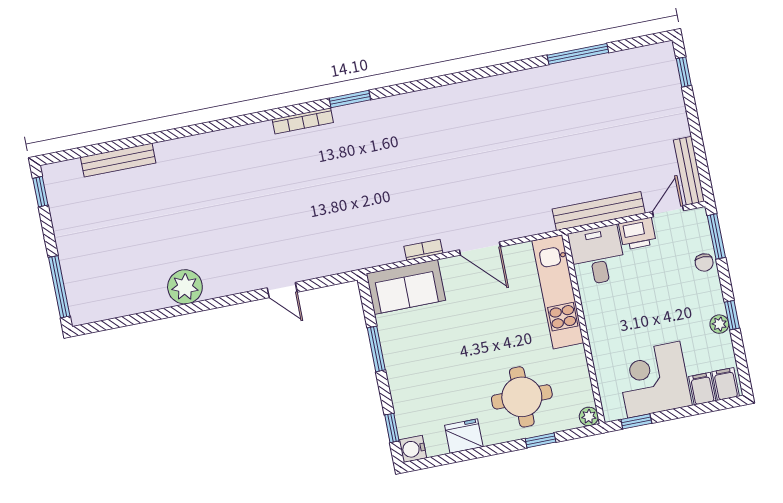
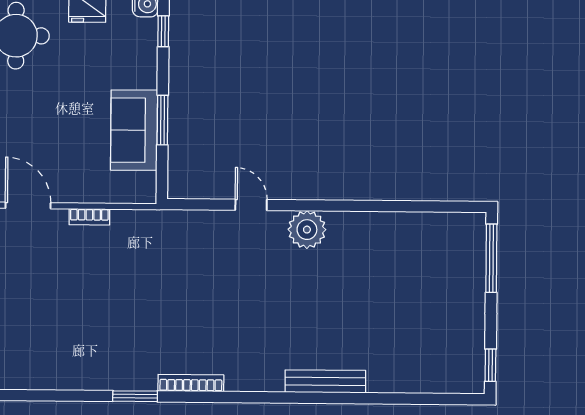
bench: (118, 160) -> (325, 381), moved
plant: (185, 287) -> (307, 230), moved
sofa: (406, 287) -> (134, 130), moved, turned -90

